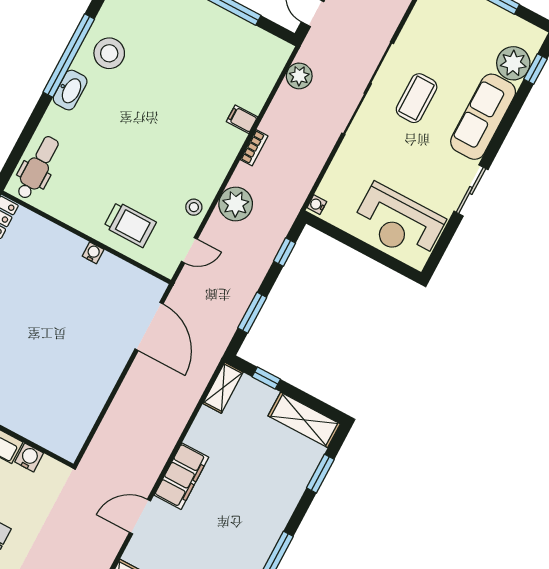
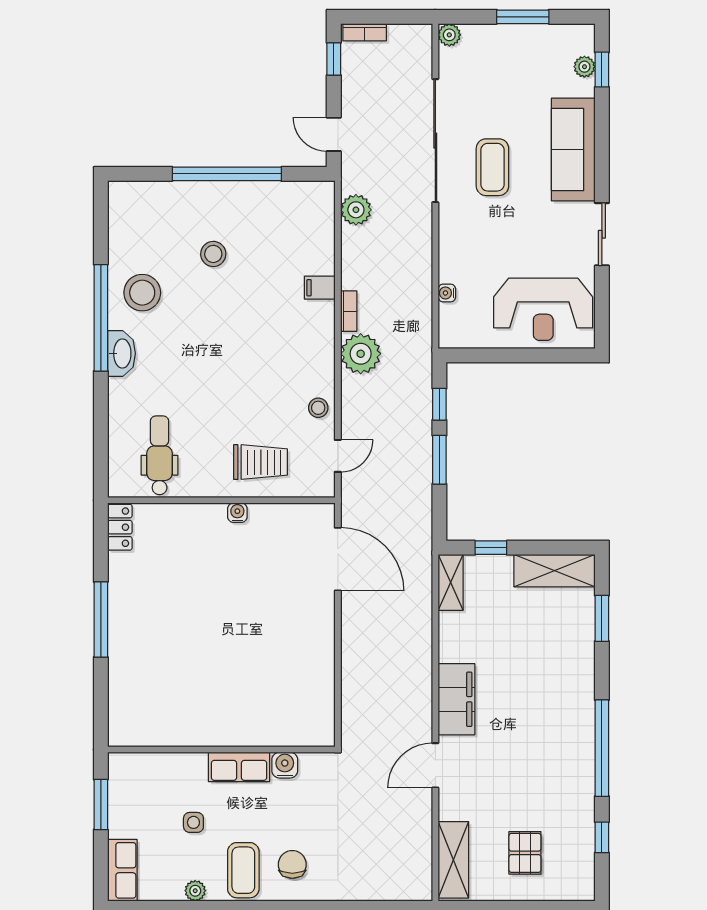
stool: (177, 53) -> (213, 254), added
plant: (513, 63) -> (584, 67), width x0.53, depth x0.53
sliding door: (368, 88) -> (435, 141), moved
dental chair: (38, 168) -> (160, 455), moved
plant: (236, 204) -> (361, 354), moved
water cooler: (317, 205) -> (447, 293), moved
window: (252, 313) -> (439, 460), moved

